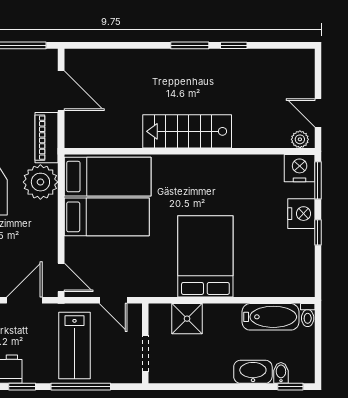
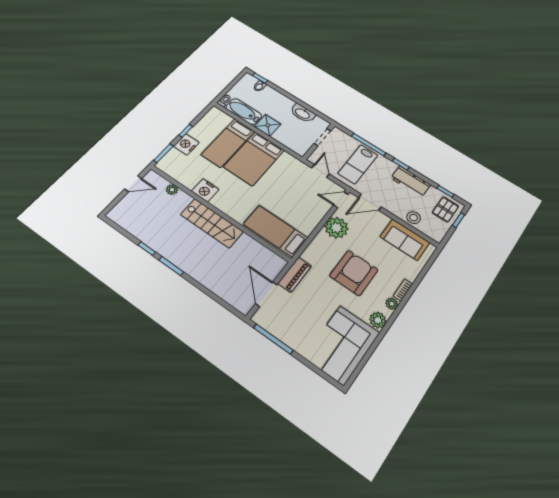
door: (318, 113) -> (133, 184), hinge flipped
plant: (300, 139) -> (172, 190), moved
nightstand: (300, 168) -> (205, 190), moved
plant: (40, 182) -> (336, 228), moved
bed: (107, 217) -> (228, 143), moved, turned -90
door: (61, 277) -> (341, 200), hinge flipped
shower: (187, 319) -> (268, 125), moved
lab bench: (74, 345) -> (358, 164), turned 180
washbasin: (253, 372) -> (303, 113), moved

